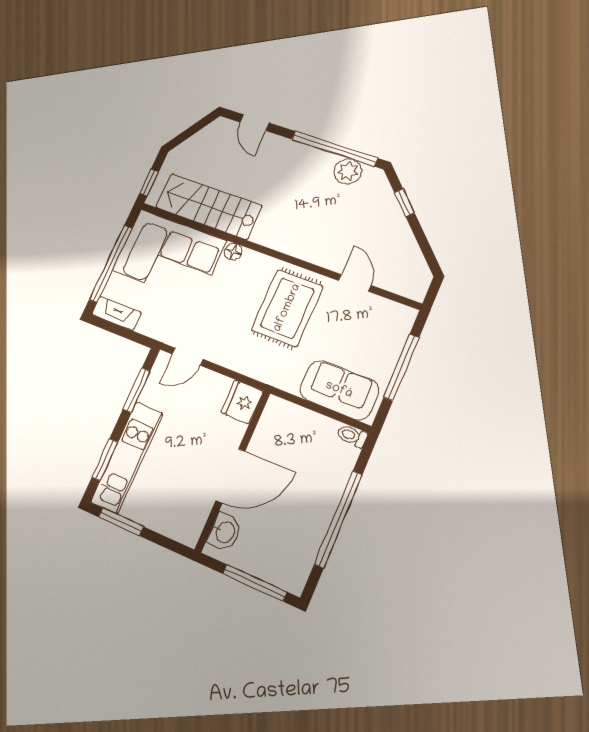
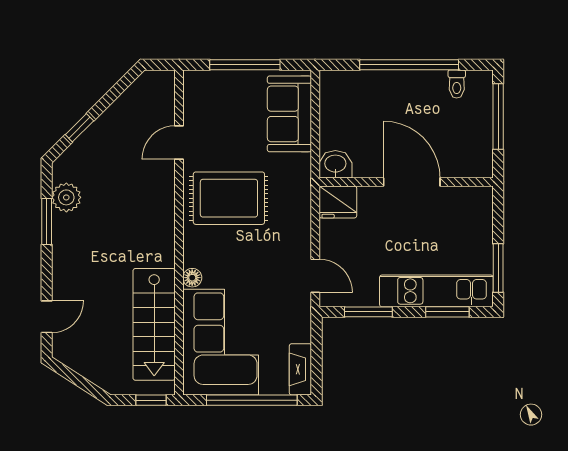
window: (334, 149) -> (47, 221), width x0.47
toilet: (352, 436) -> (457, 84), moved
washbasin: (225, 532) -> (335, 164), moved

